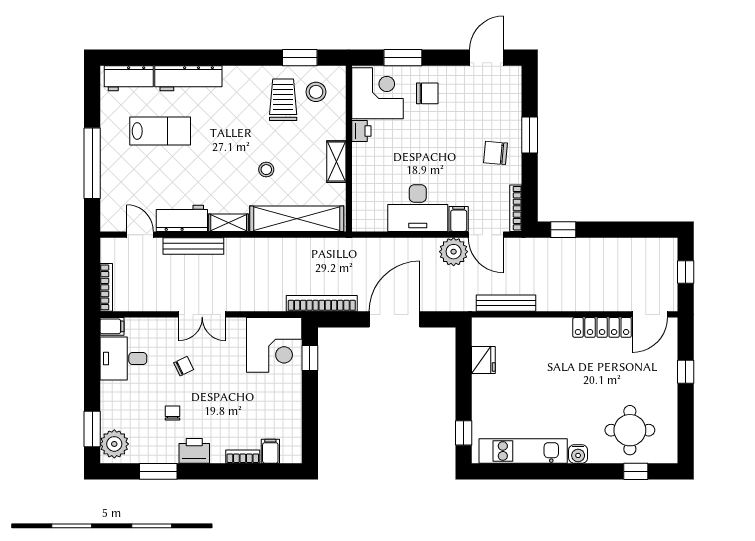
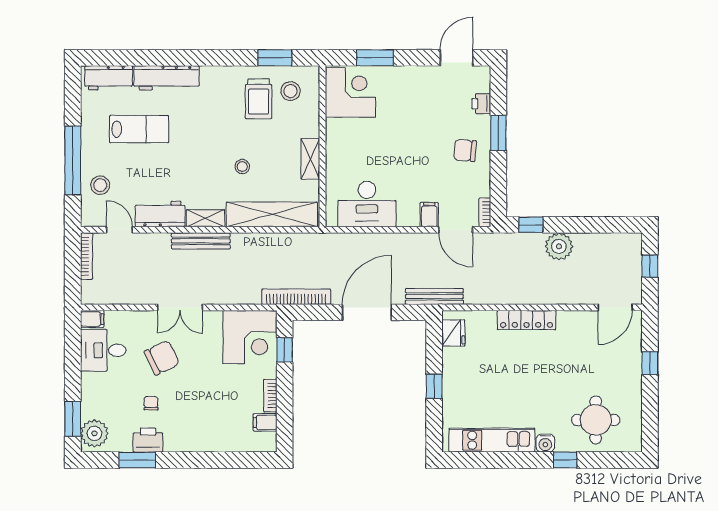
chair: (427, 93) -> (399, 92), removed
trolley: (283, 100) -> (259, 99), turned 180
printer: (361, 131) -> (481, 104), moved, turned 180
stool: (120, 189) -> (100, 185), added
desk: (418, 208) -> (367, 204), moved
bookcase: (516, 208) -> (485, 212), width x0.64
bench: (193, 246) -> (201, 241), moved
plant: (454, 252) -> (559, 246), moved
bookcase: (106, 287) -> (87, 256), moved
bench: (506, 303) -> (434, 296), moved
locker: (602, 327) -> (527, 320), moved
fridge: (483, 360) -> (453, 333), moved
chair: (184, 366) -> (162, 358), width x1.87, depth x1.87
window: (464, 433) -> (434, 386), moved
printer: (194, 451) -> (148, 440), moved
filing cabinet: (270, 451) -> (265, 422), moved, turned -90
bookcase: (243, 457) -> (270, 396), moved, turned -90
window: (636, 471) -> (565, 460), moved

